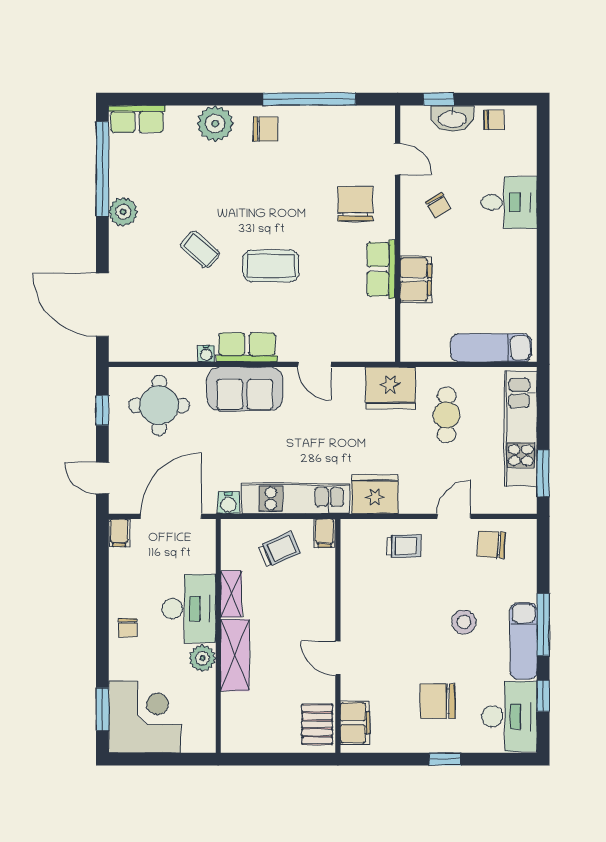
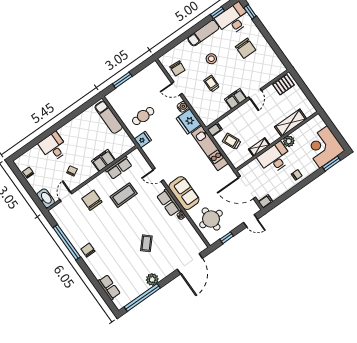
window: (439, 99) -> (35, 197), removed
row of seats: (137, 119) -> (109, 287), moved
washbasin: (452, 119) -> (46, 198), moved
plant: (215, 124) -> (99, 269), removed
chair: (355, 204) -> (92, 200), turned 90
coffee table: (271, 266) -> (124, 195), moved, turned 90
row of seats: (381, 269) -> (119, 168), moved
door: (315, 364) -> (158, 175), swing flipped
fridge: (390, 388) -> (143, 140), width x0.53, depth x0.75
kitchen unit: (521, 429) -> (130, 87), removed
window: (543, 473) -> (122, 80), moved
door: (102, 478) -> (251, 221), hinge flipped
water cooler: (229, 503) -> (183, 107), moved
trolley: (404, 546) -> (212, 84), moved
window: (543, 625) -> (193, 30), removed
shelving: (235, 655) -> (291, 123), moved
filing cabinet: (355, 723) -> (236, 99), moved
window: (445, 759) -> (250, 12), moved

